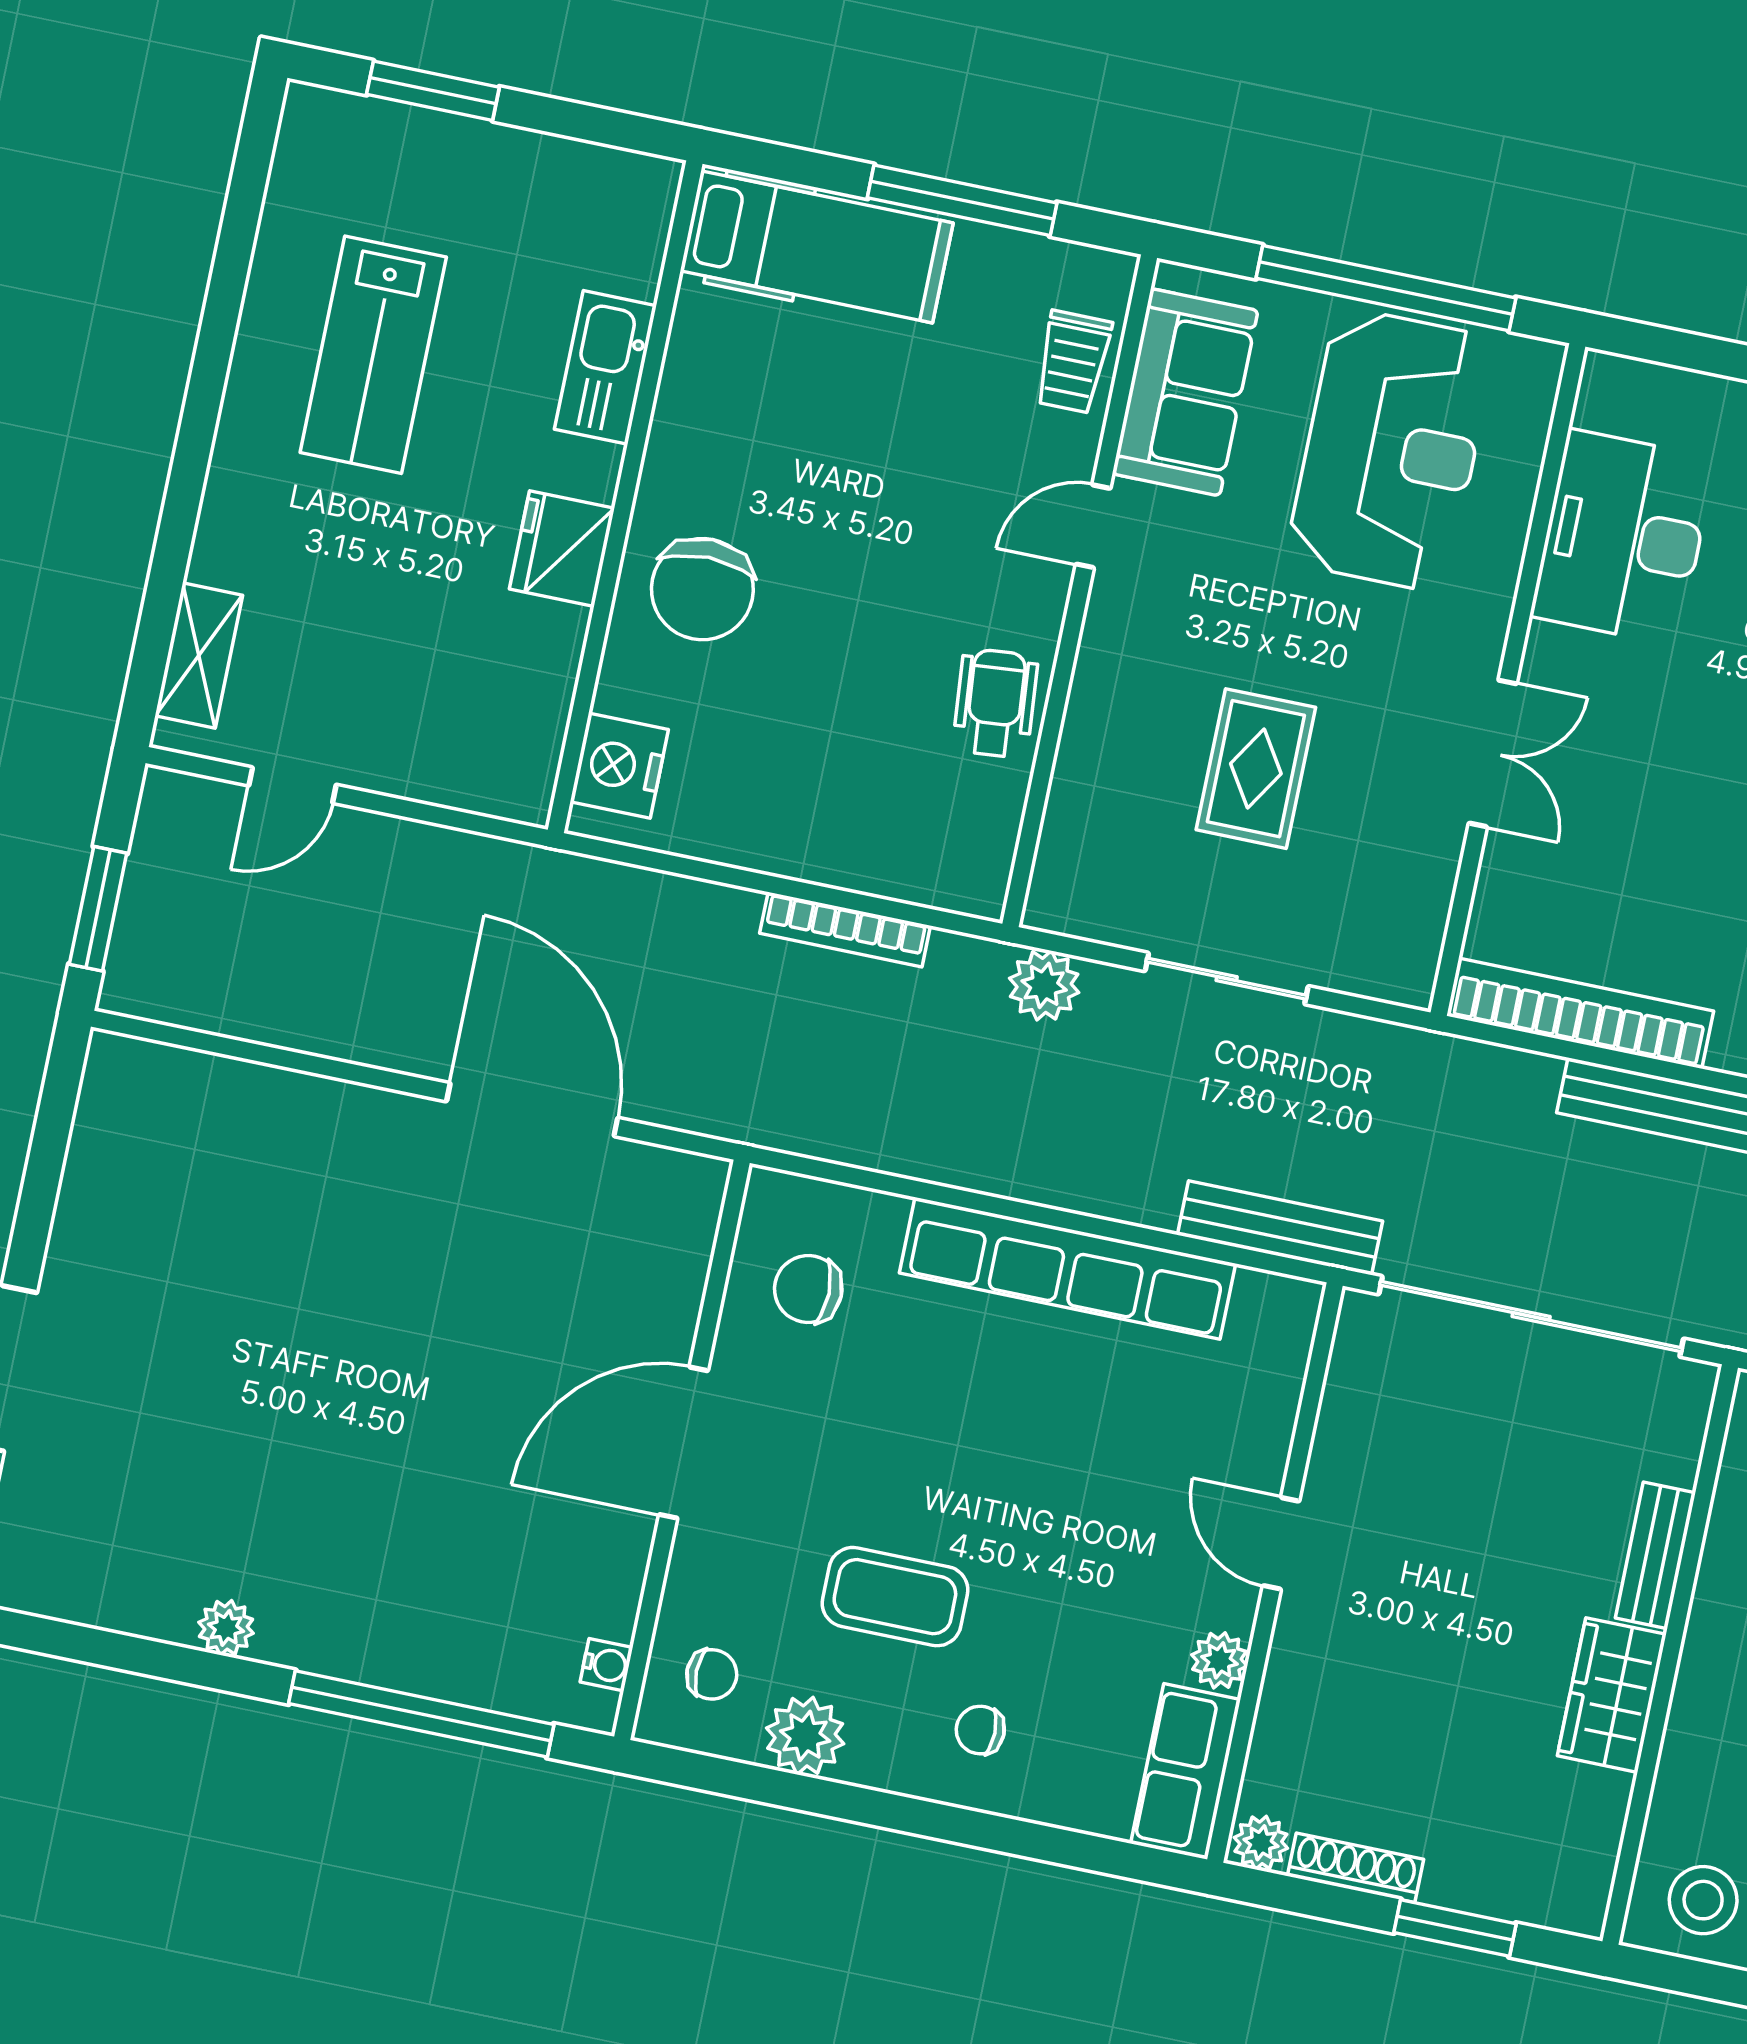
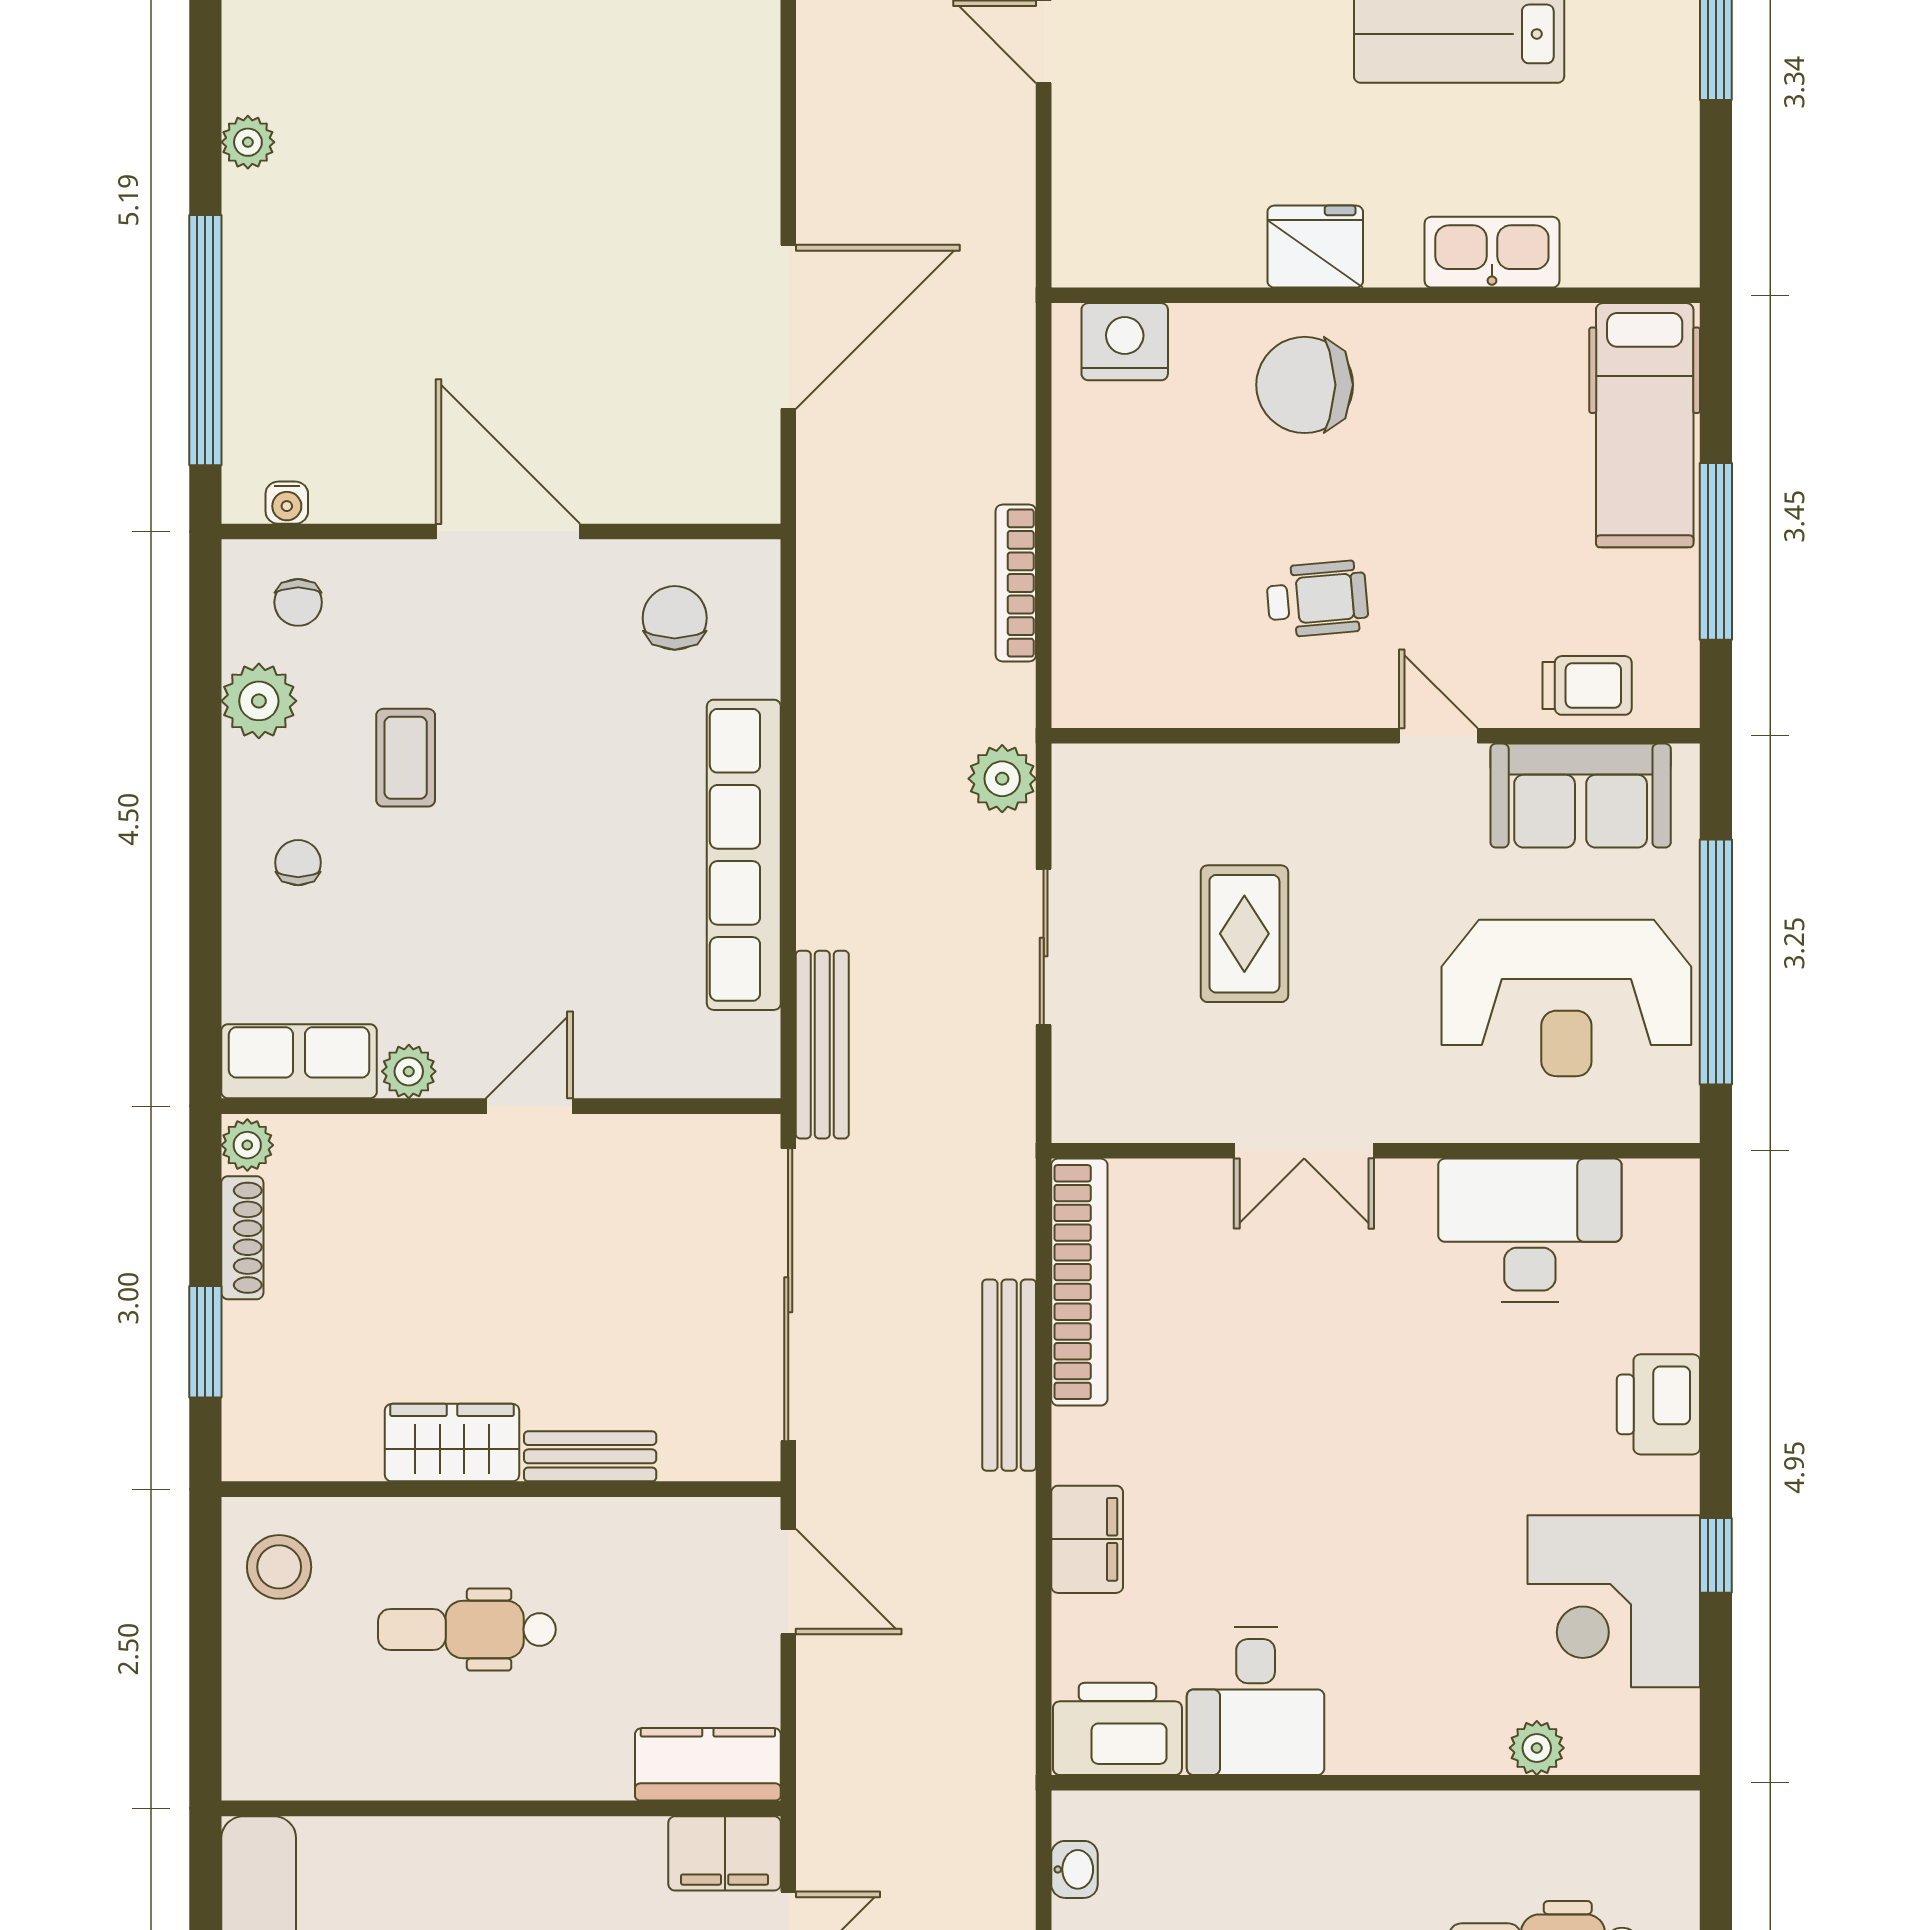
trolley: (1073, 362) -> (1587, 685), turned 180
wheelchair: (995, 703) -> (1317, 599), moved
rug: (1256, 769) -> (1244, 934), turned 90
coffee table: (895, 1597) -> (406, 758), width x0.73, depth x0.77

